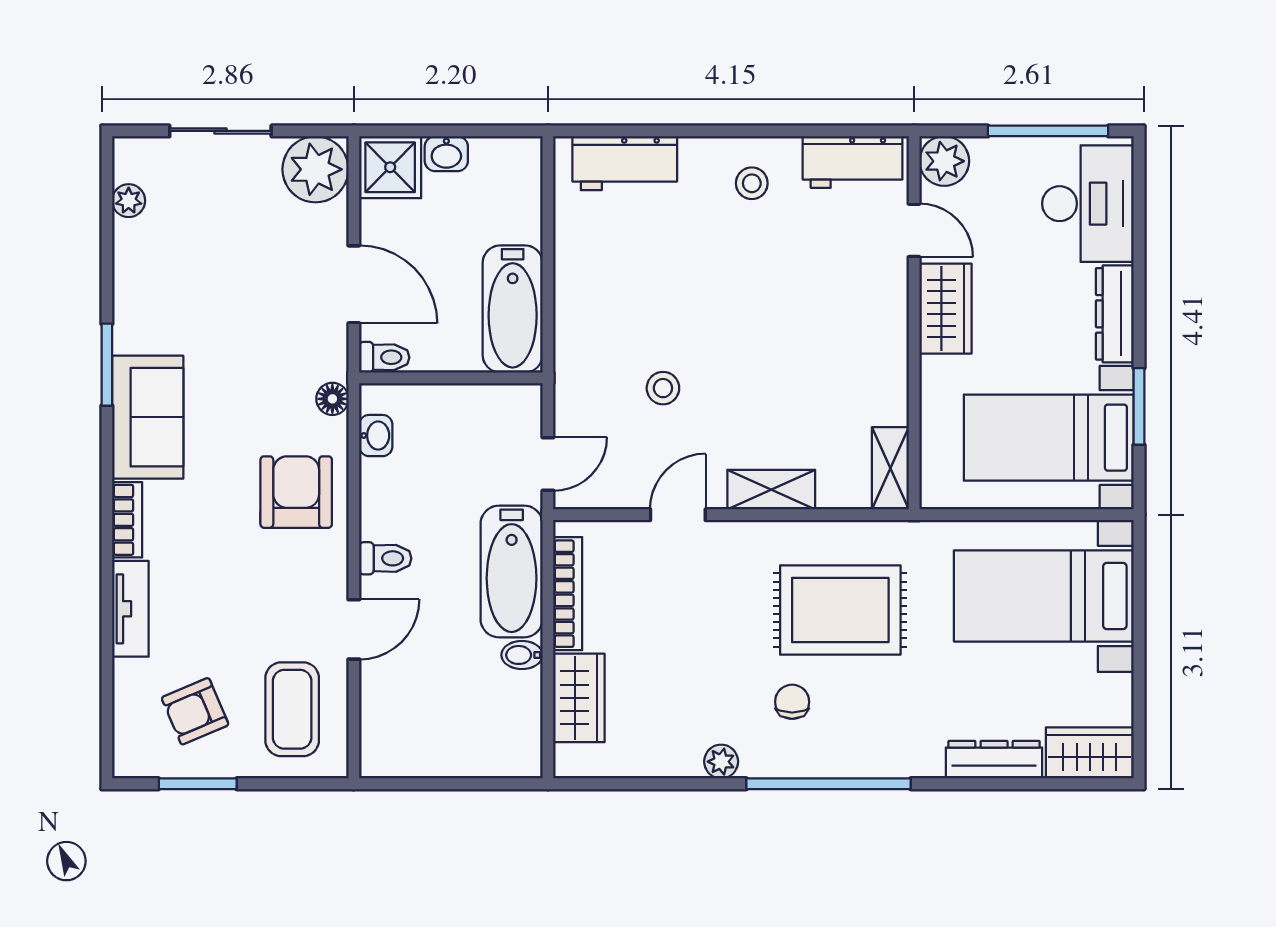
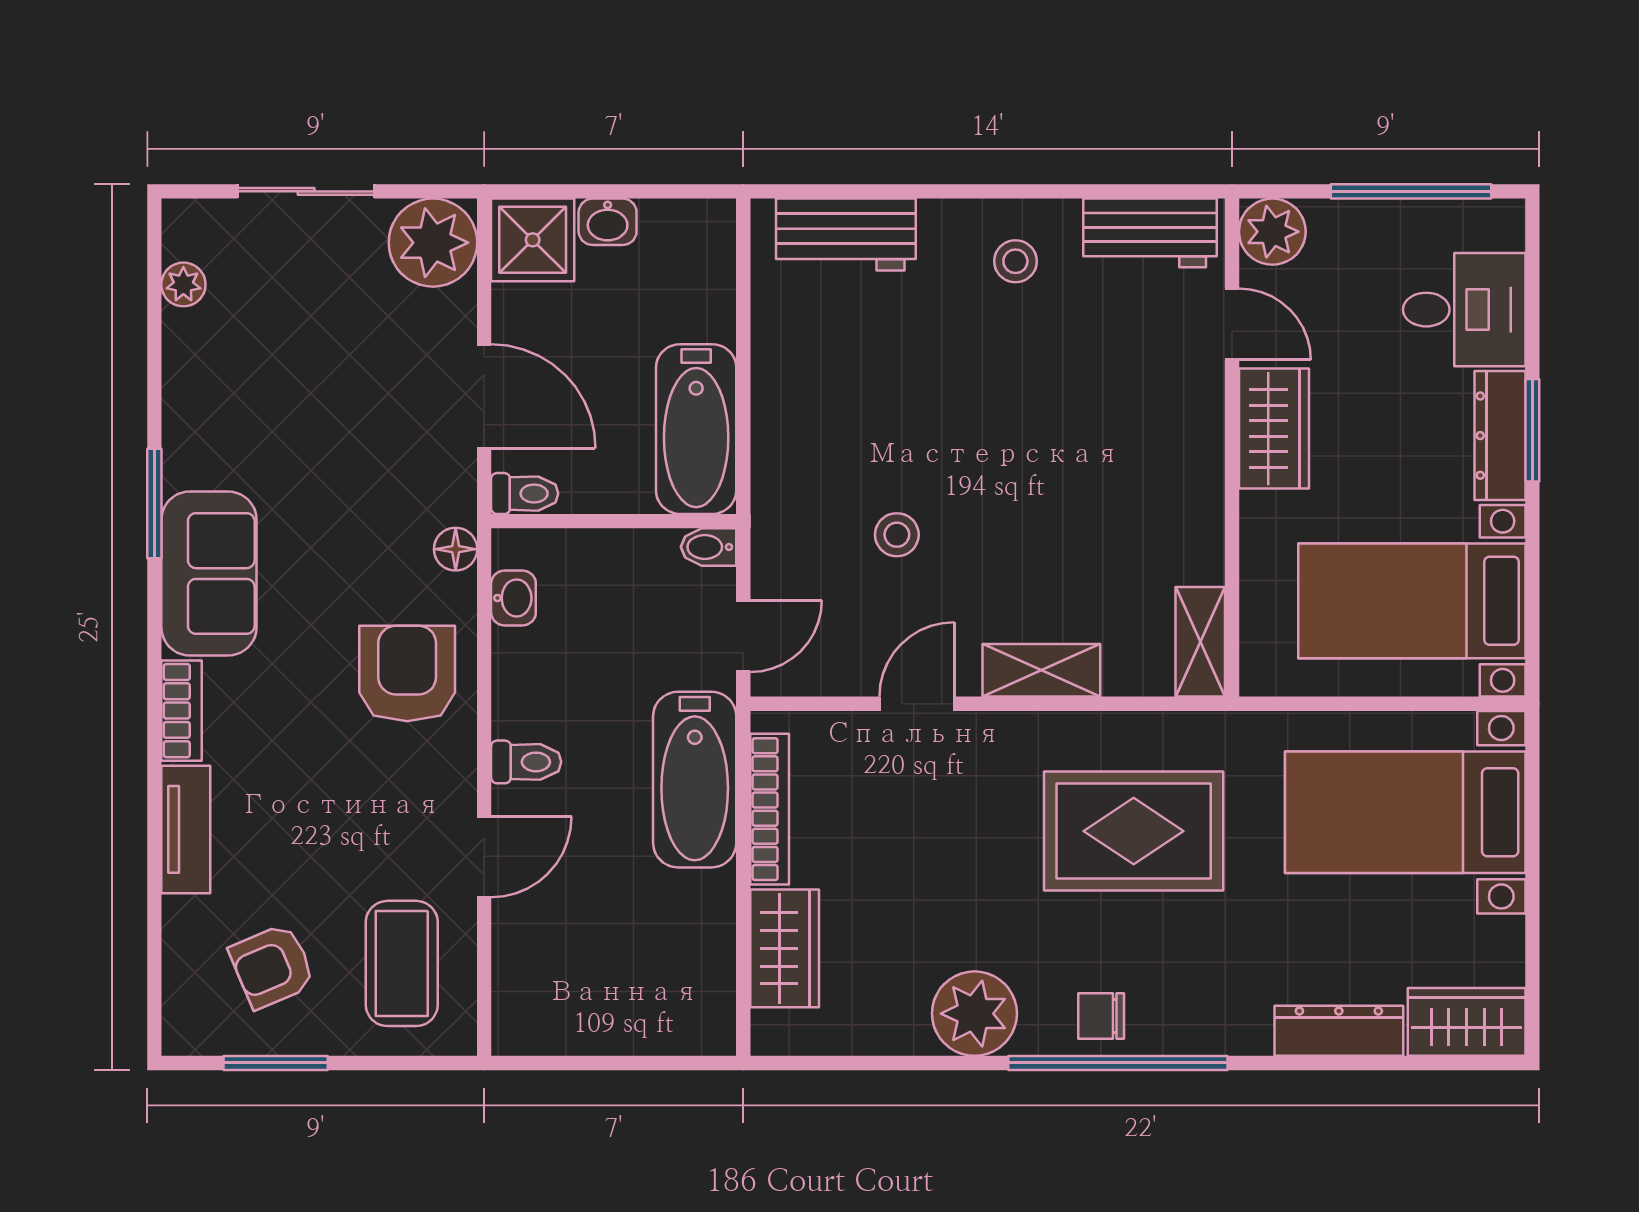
desk: (1088, 204) -> (1464, 310), width x0.73
window: (1139, 406) -> (1532, 430), moved
bidet: (522, 655) -> (709, 547), moved
chair: (792, 702) -> (1101, 1016), moved, turned -90
plant: (721, 762) -> (974, 1014), width x1.88, depth x1.88

